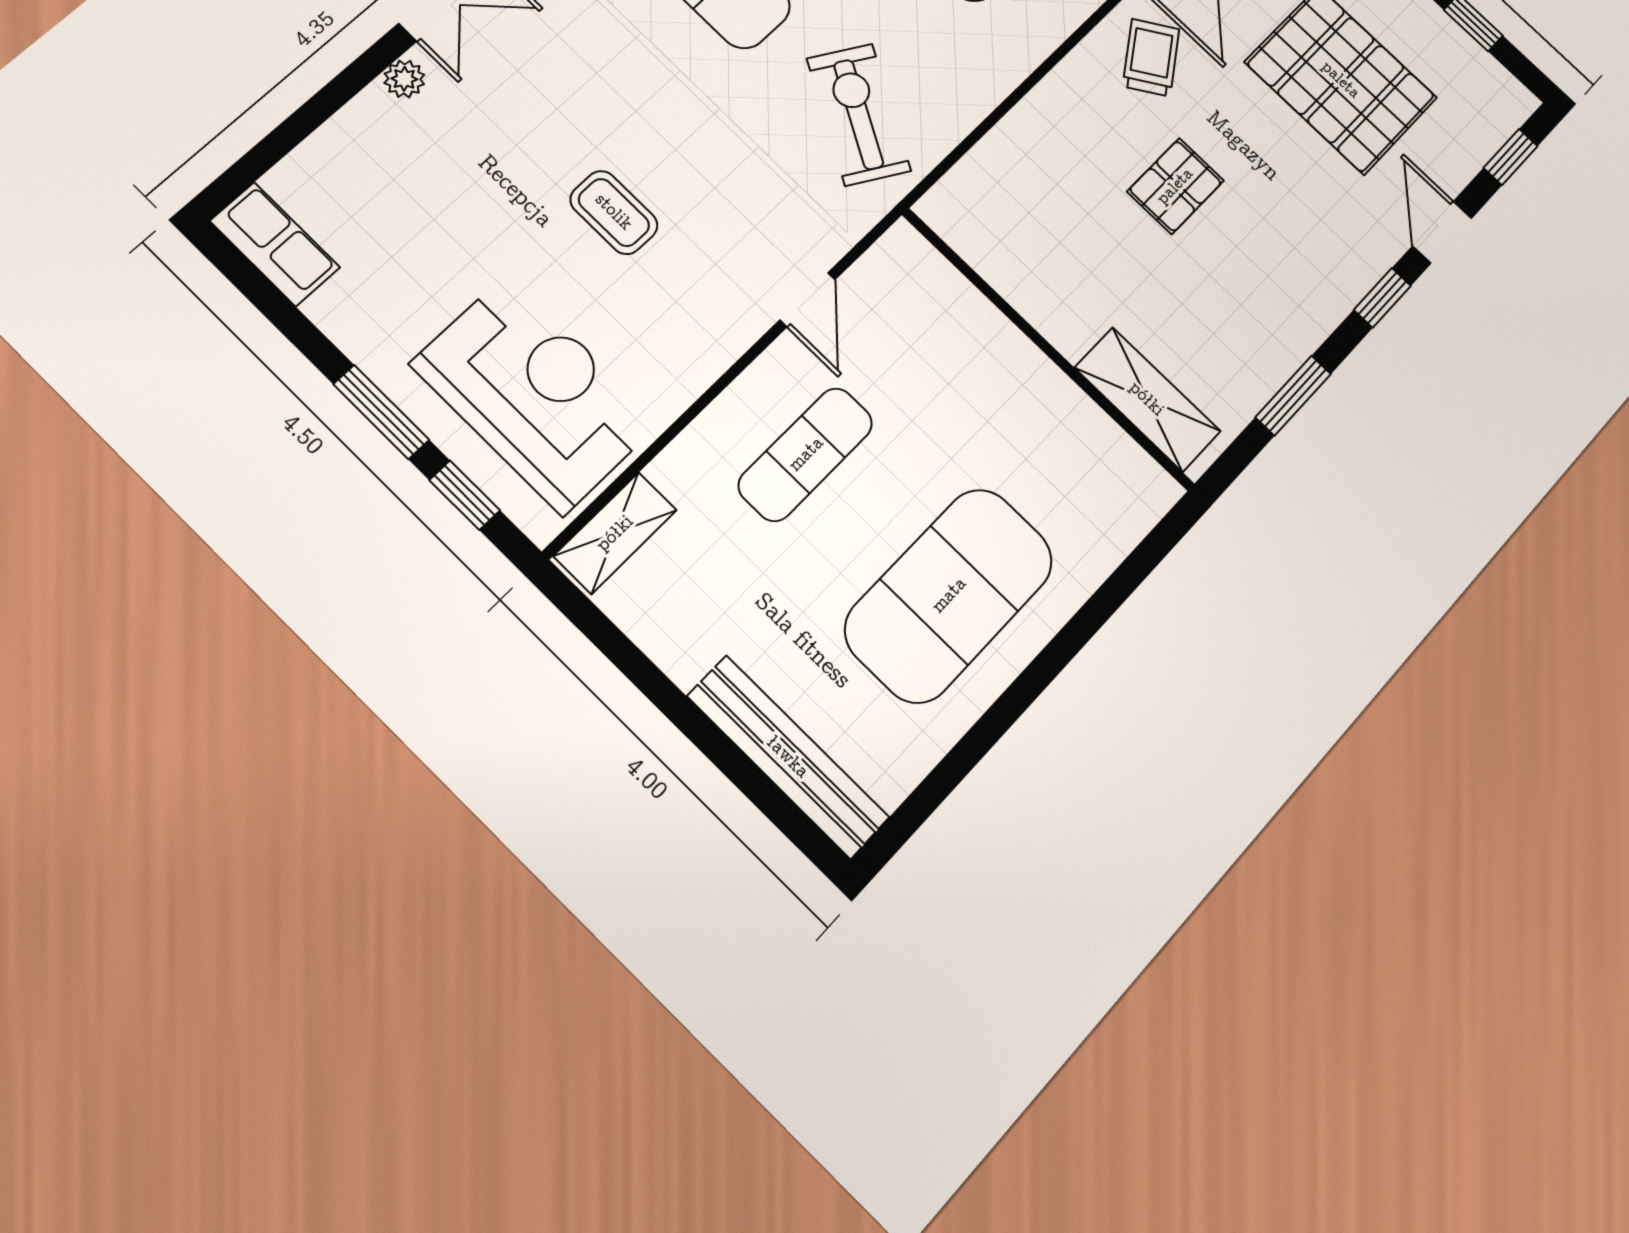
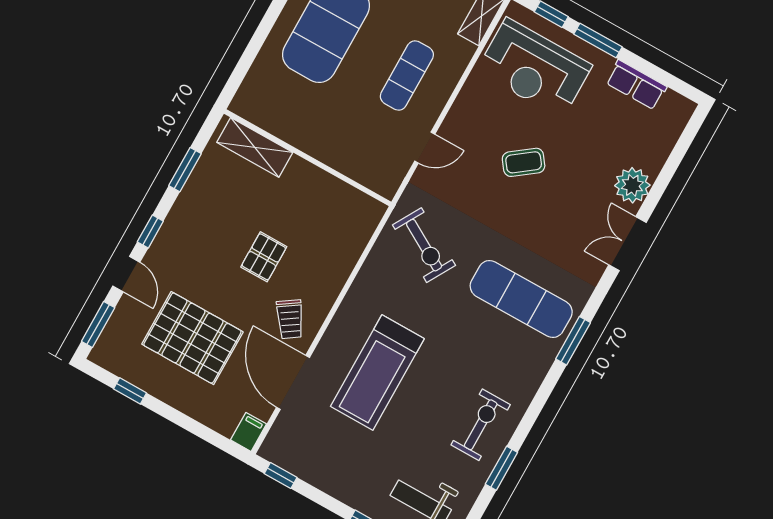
plant: (404, 79) -> (632, 185), width x1.87, depth x1.87
window: (1511, 157) -> (98, 324), width x1.50
coffee table: (614, 212) -> (524, 162), turned -37
row of seats: (275, 244) -> (636, 85), moved
door: (807, 300) -> (425, 148), swing flipped

